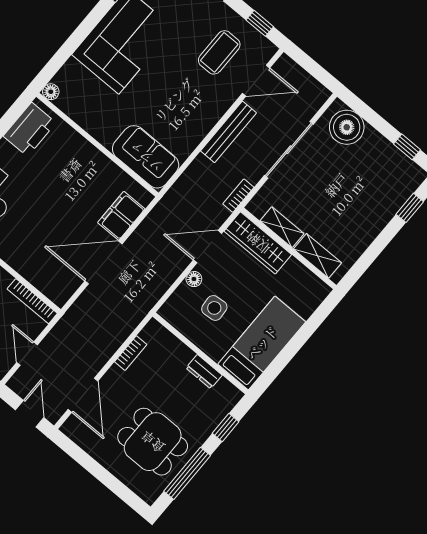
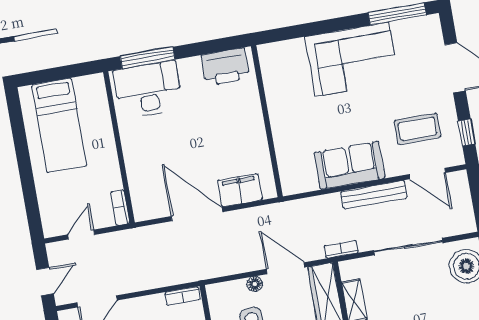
floor lamp: (51, 92) -> (265, 52), removed
sofa: (146, 157) -> (350, 165), moved, turned -90
bookcase: (32, 301) -> (120, 208), width x0.64
bookcase: (131, 353) -> (183, 296), moved

